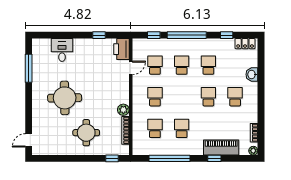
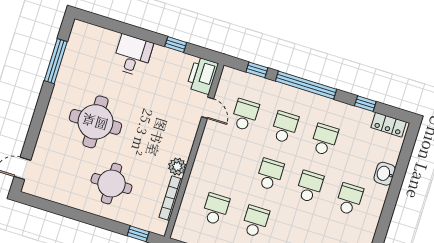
desk: (62, 50) -> (133, 55), moved
door: (131, 68) -> (208, 108), hinge flipped
school desk: (155, 97) -> (270, 174), moved

